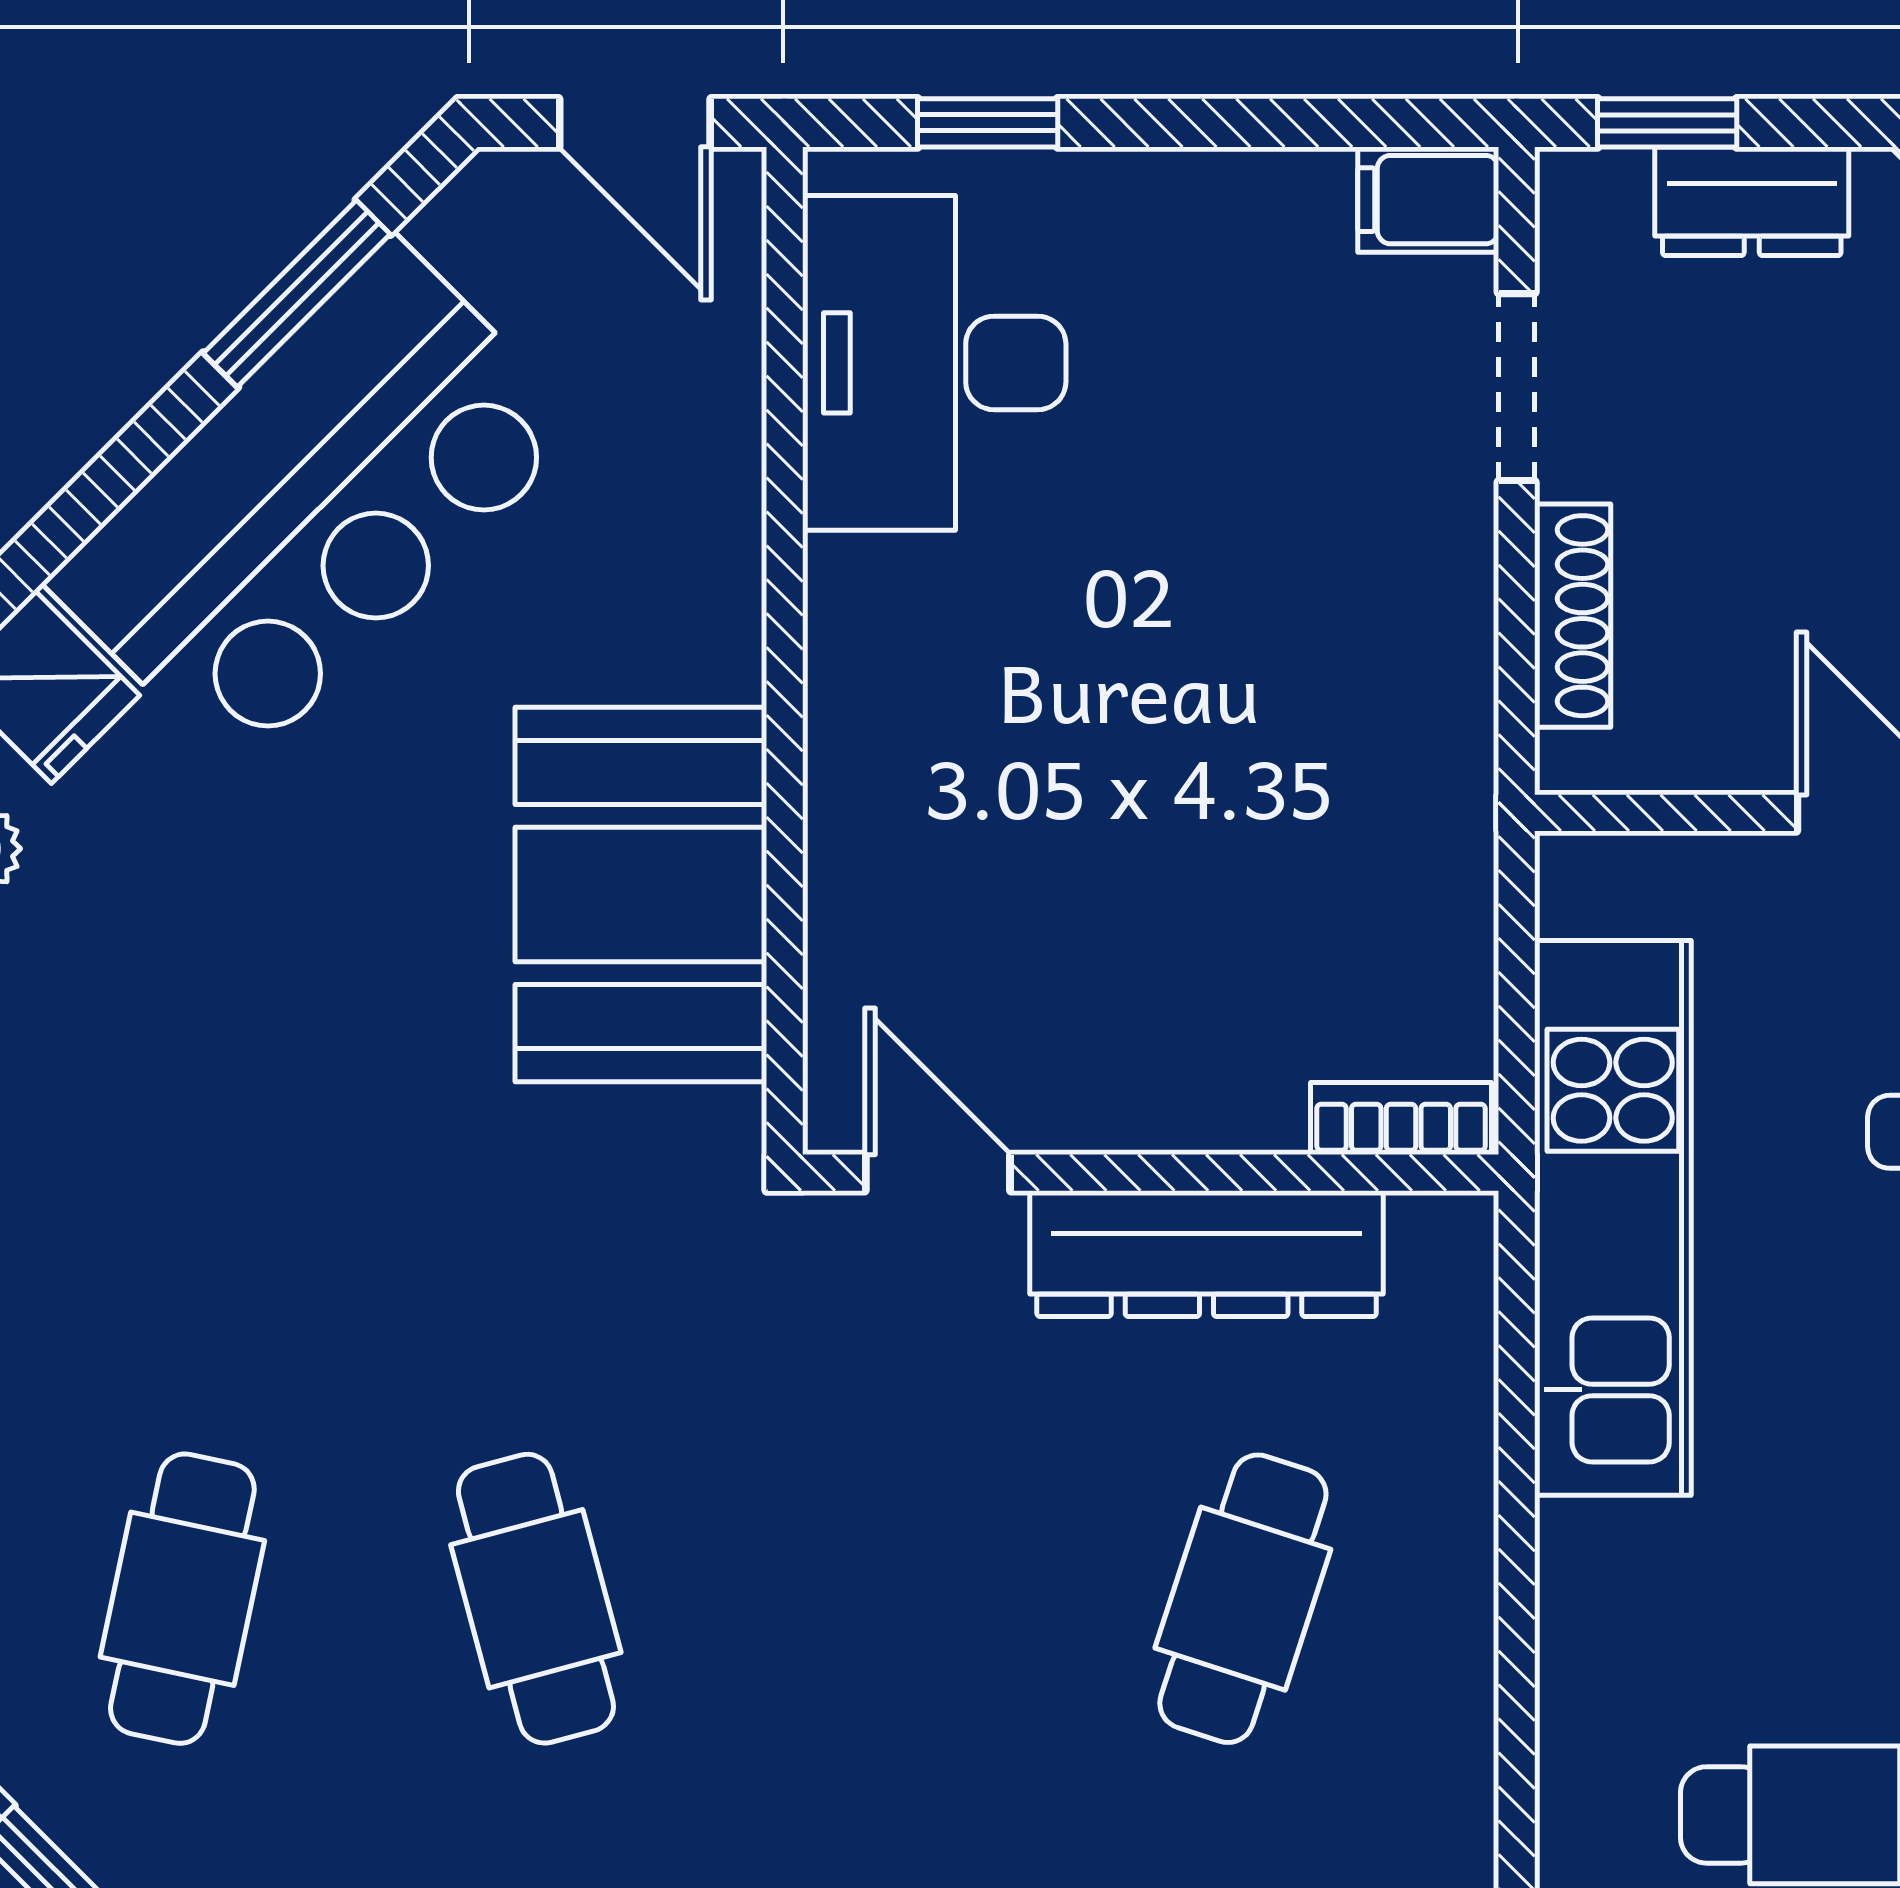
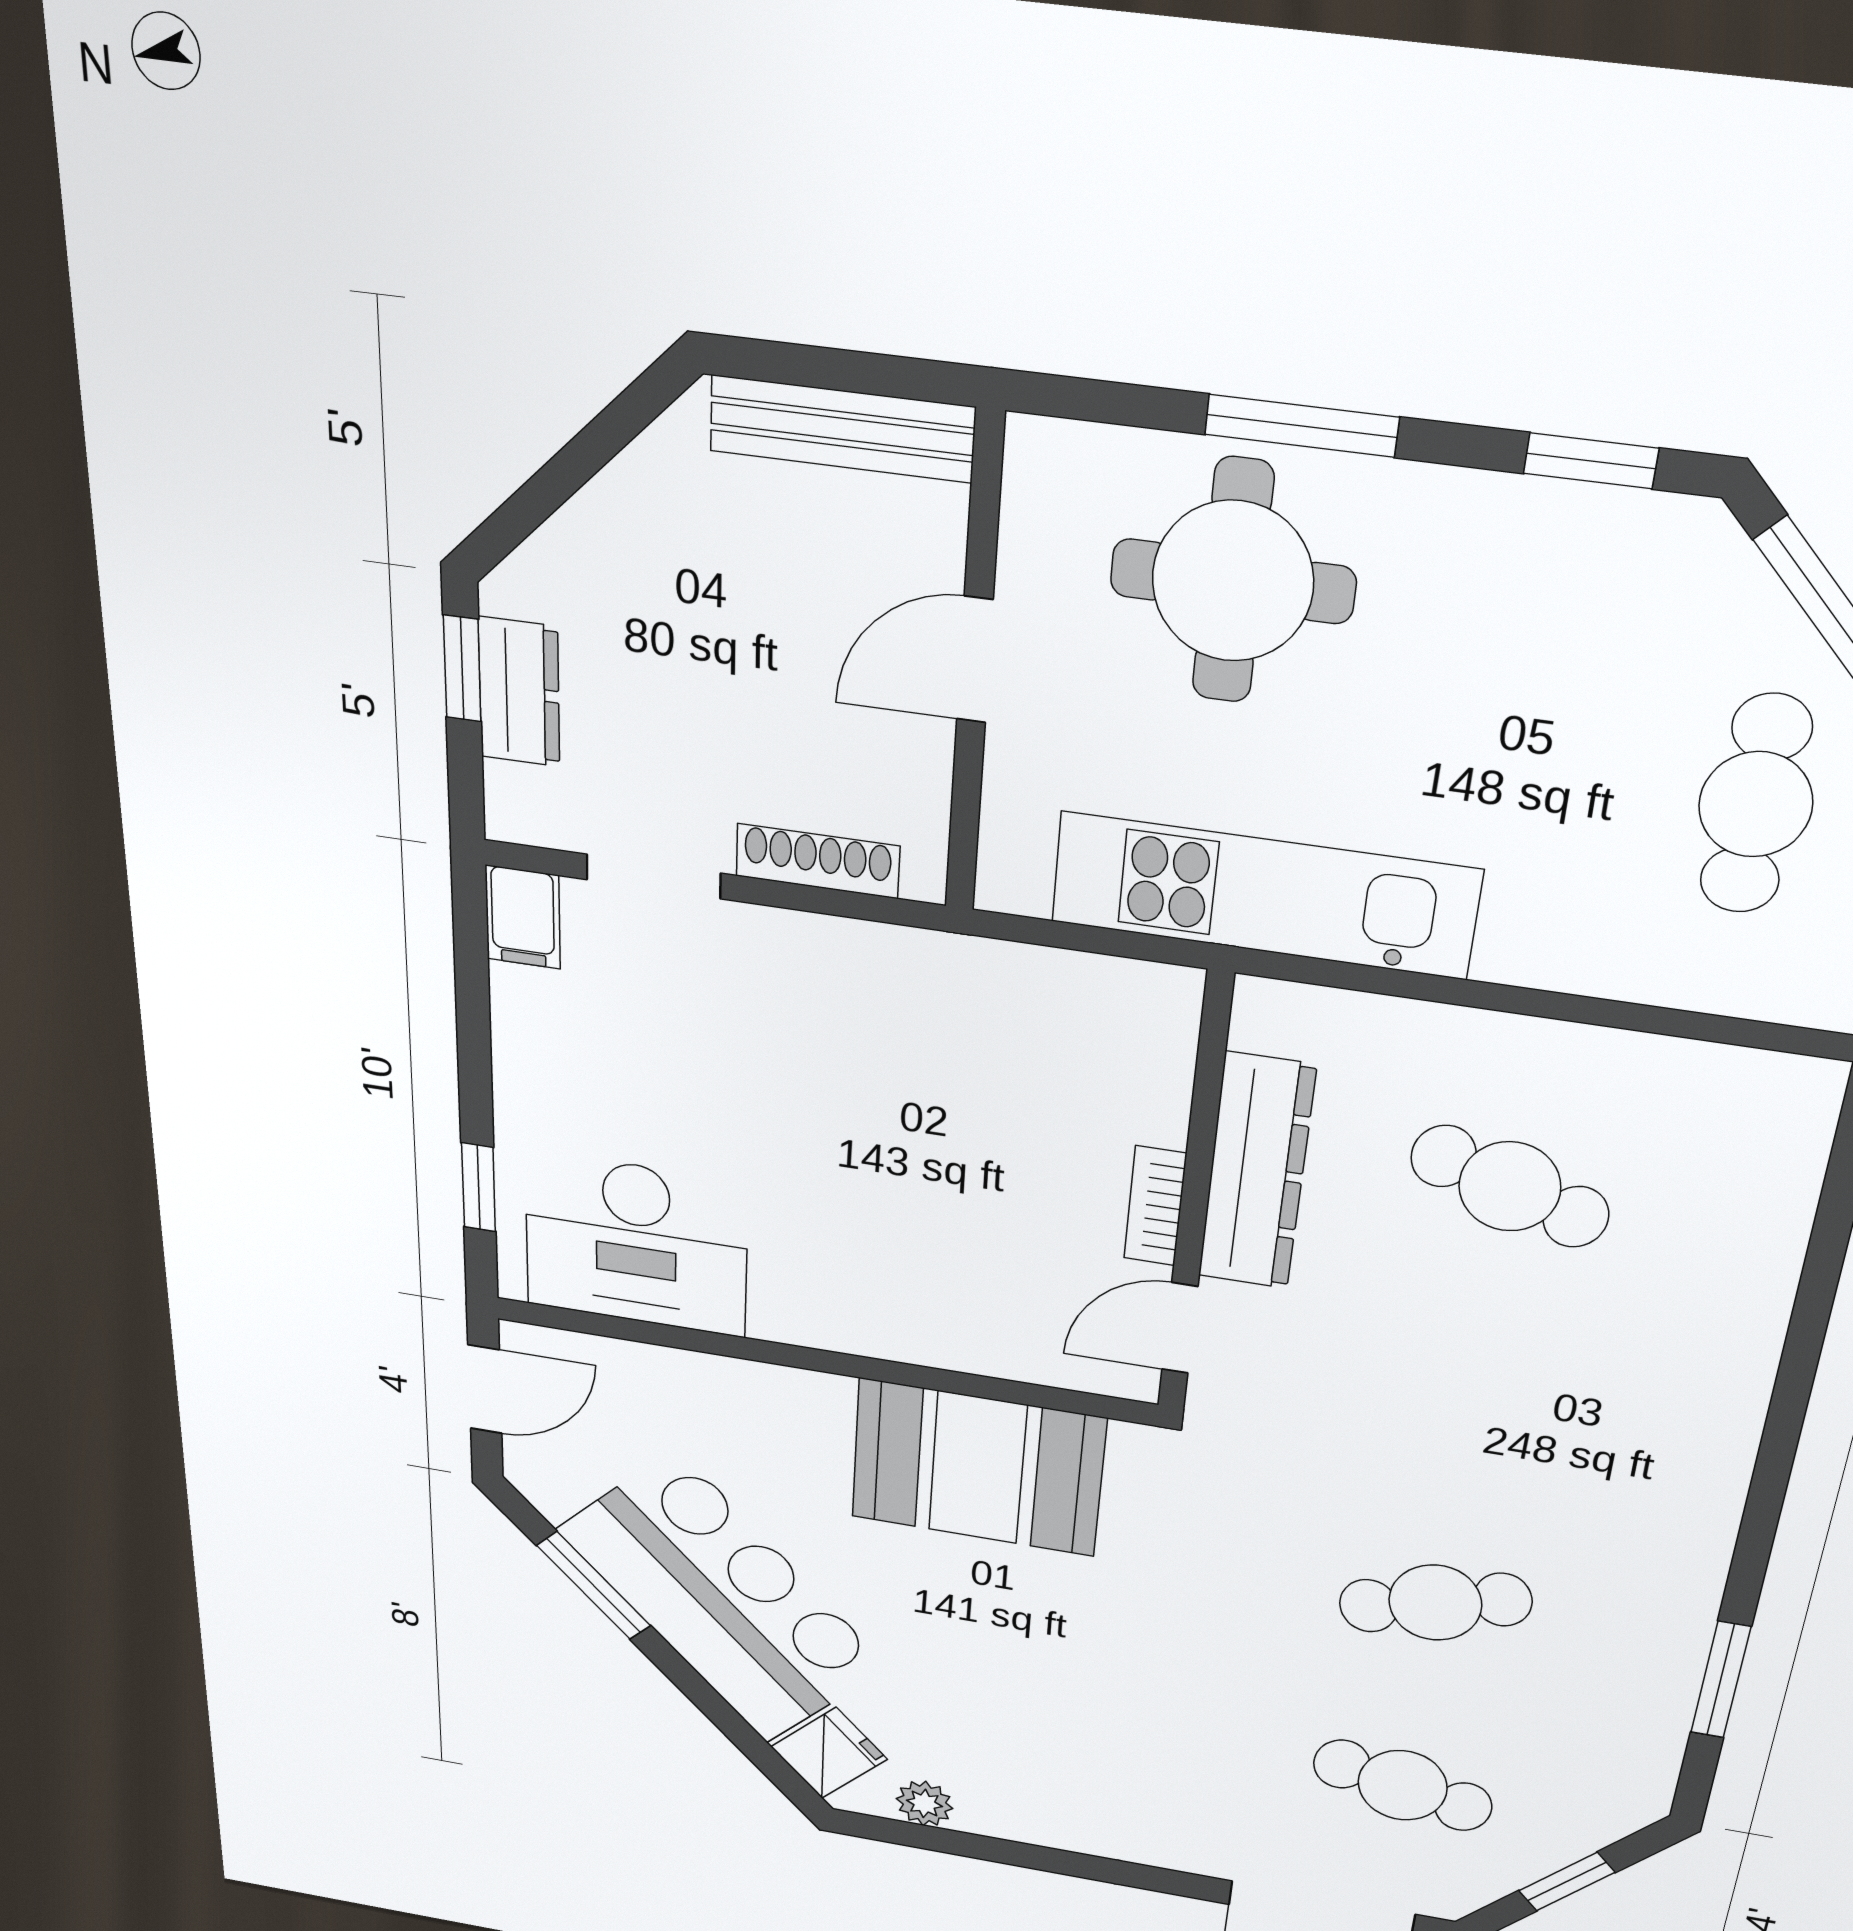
window: (1667, 123) -> (462, 669), moved
bookcase: (1401, 1119) -> (1155, 1206), moved

